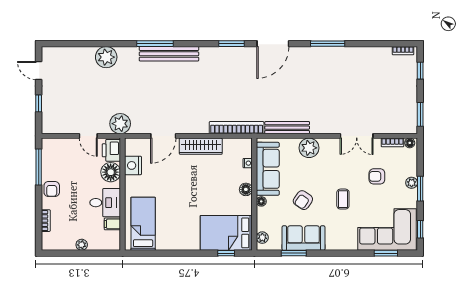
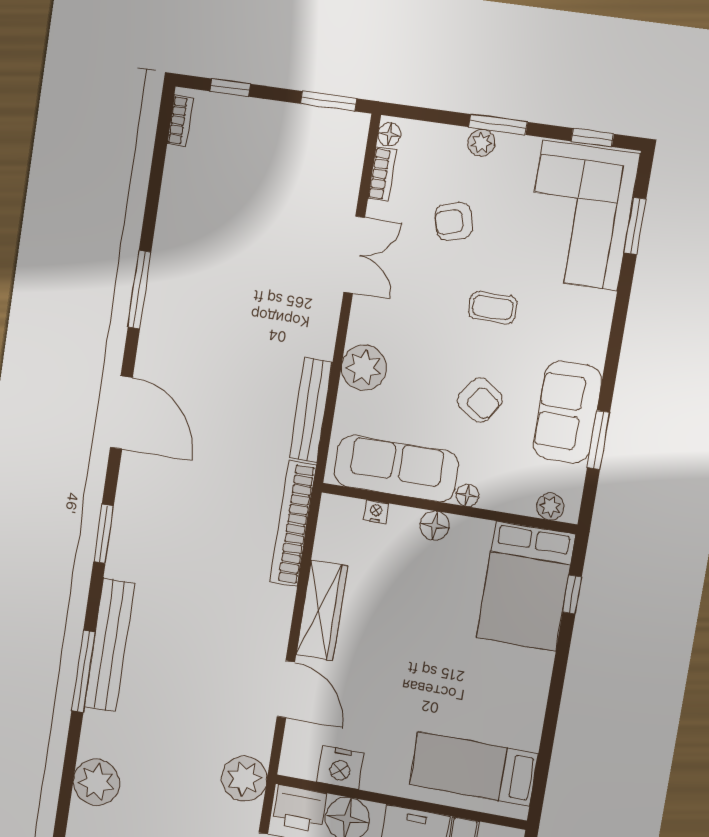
window: (232, 44) -> (104, 534), moved
armchair: (377, 176) -> (454, 221), turned 73

